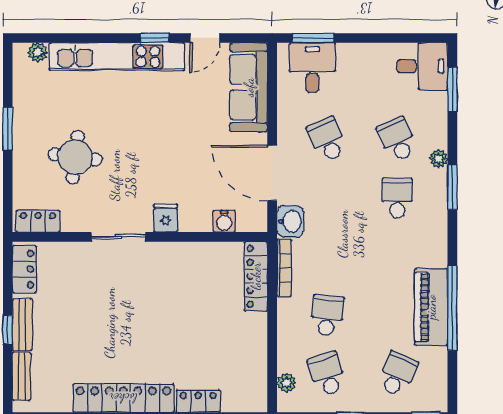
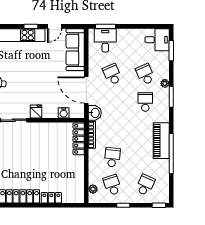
piano: (431, 307) -> (161, 141), moved

